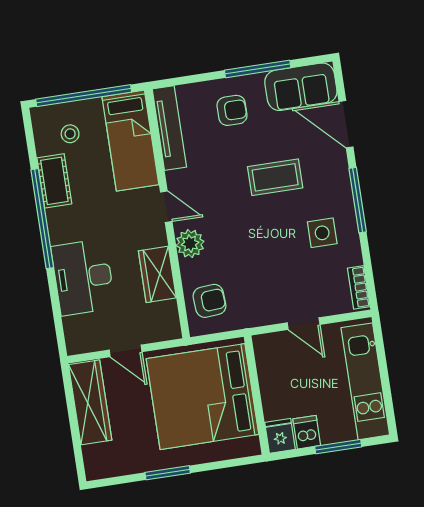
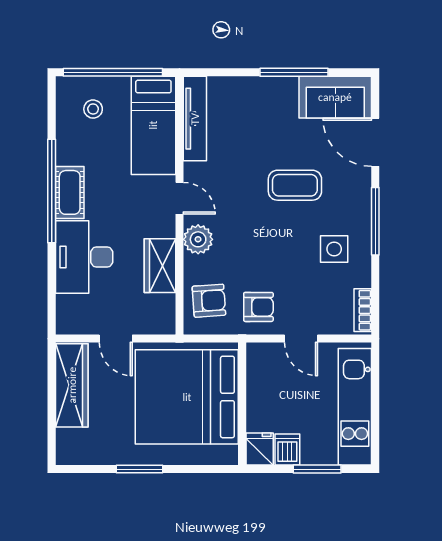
armchair: (232, 110) -> (258, 307), moved
cot: (54, 181) -> (70, 192), moved

